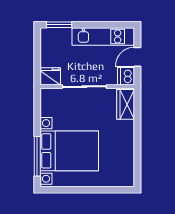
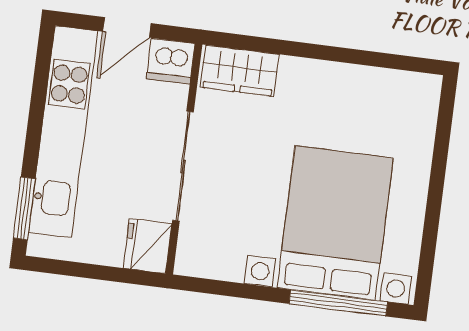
kitchen unit: (103, 36) -> (63, 132), width x1.36
door: (137, 57) -> (127, 27), hinge flipped

